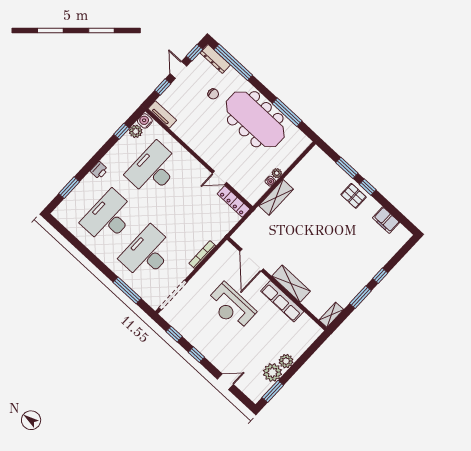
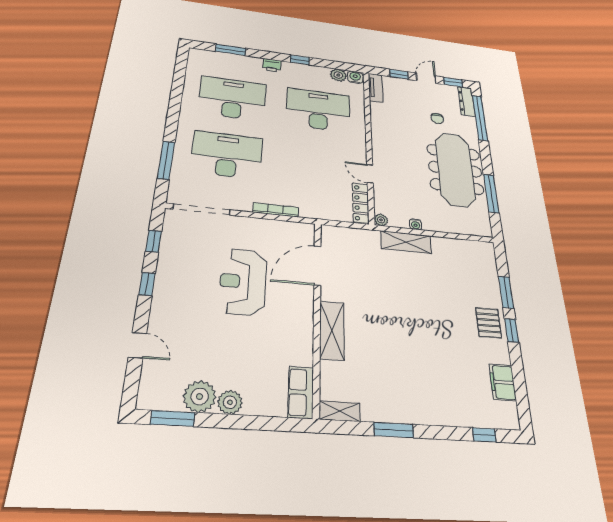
window: (121, 131) -> (300, 60), moved
plant: (277, 173) -> (381, 220), moved
window: (380, 276) -> (484, 435), moved
row of seats: (282, 301) -> (301, 392), moved, width x0.68

